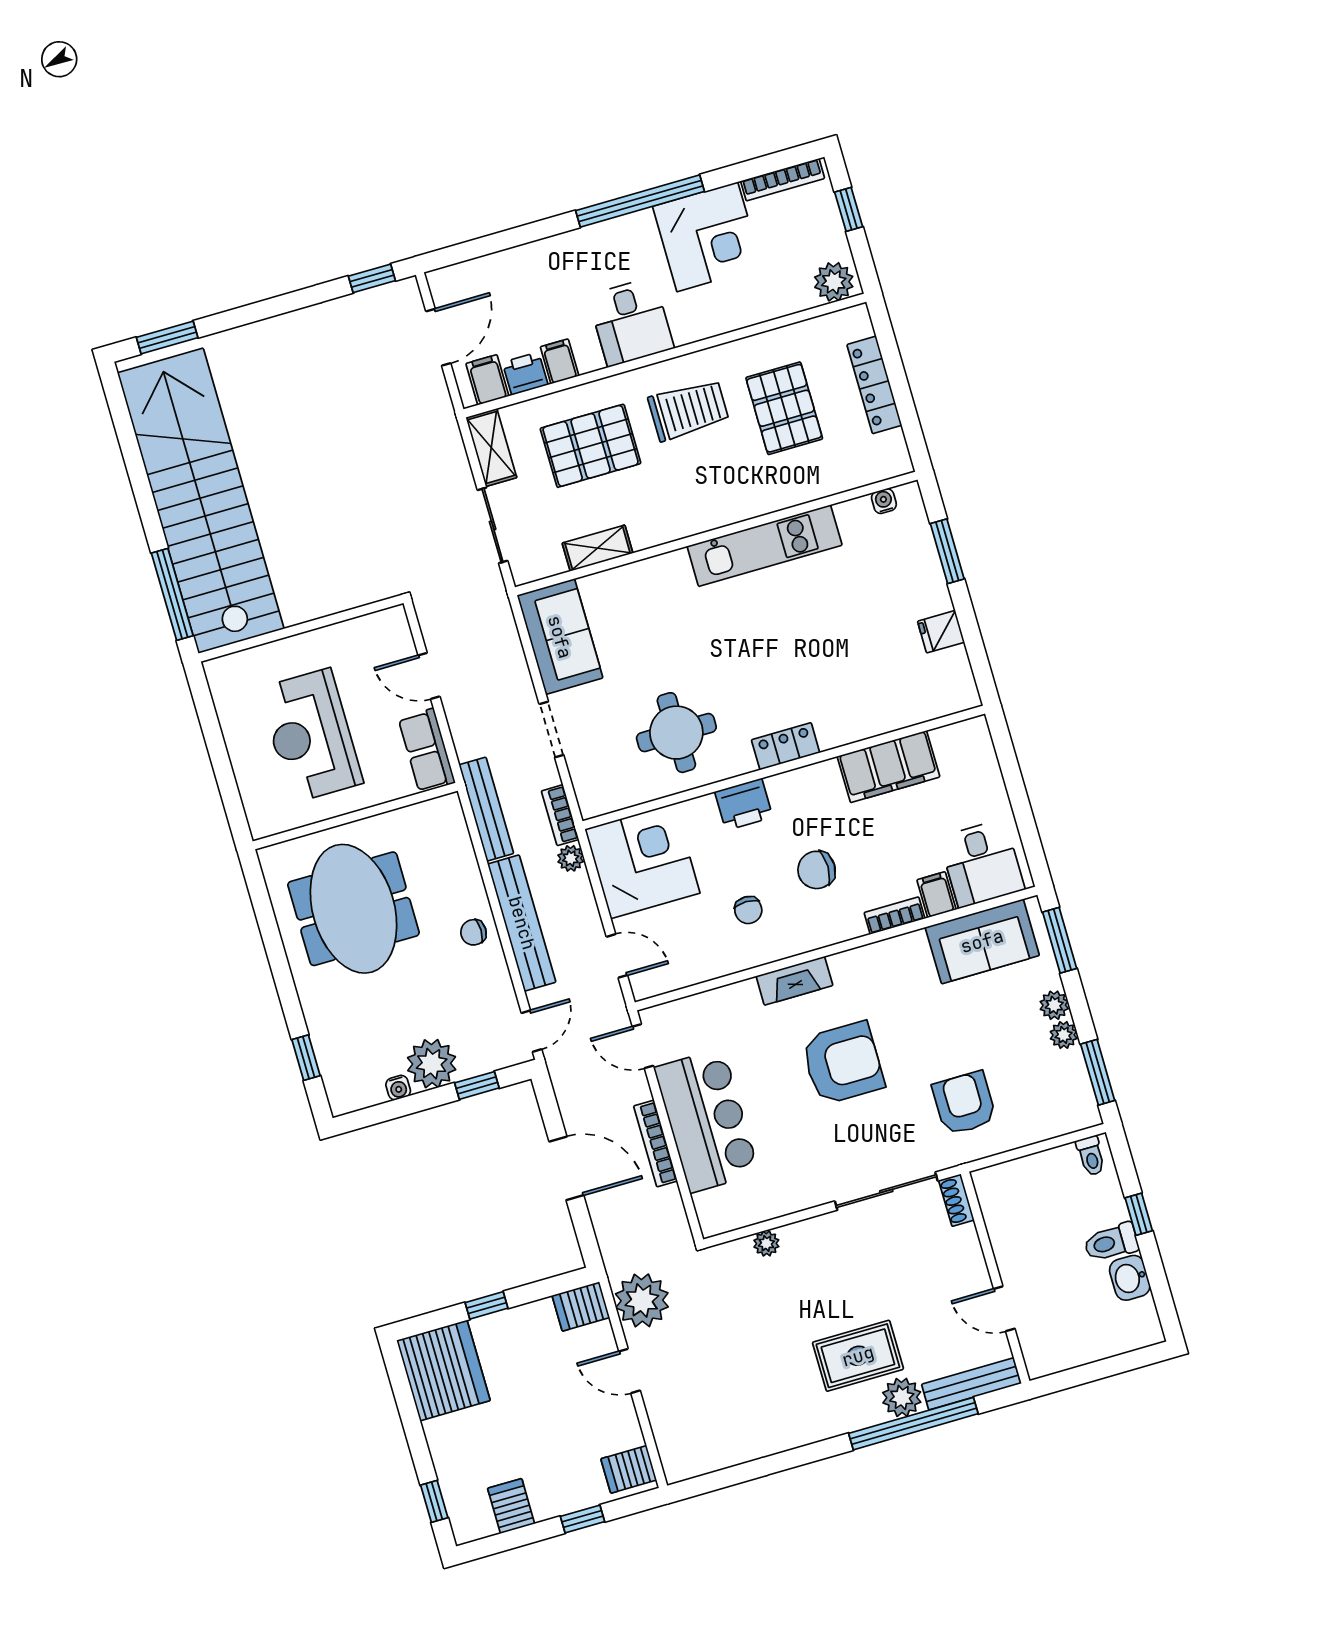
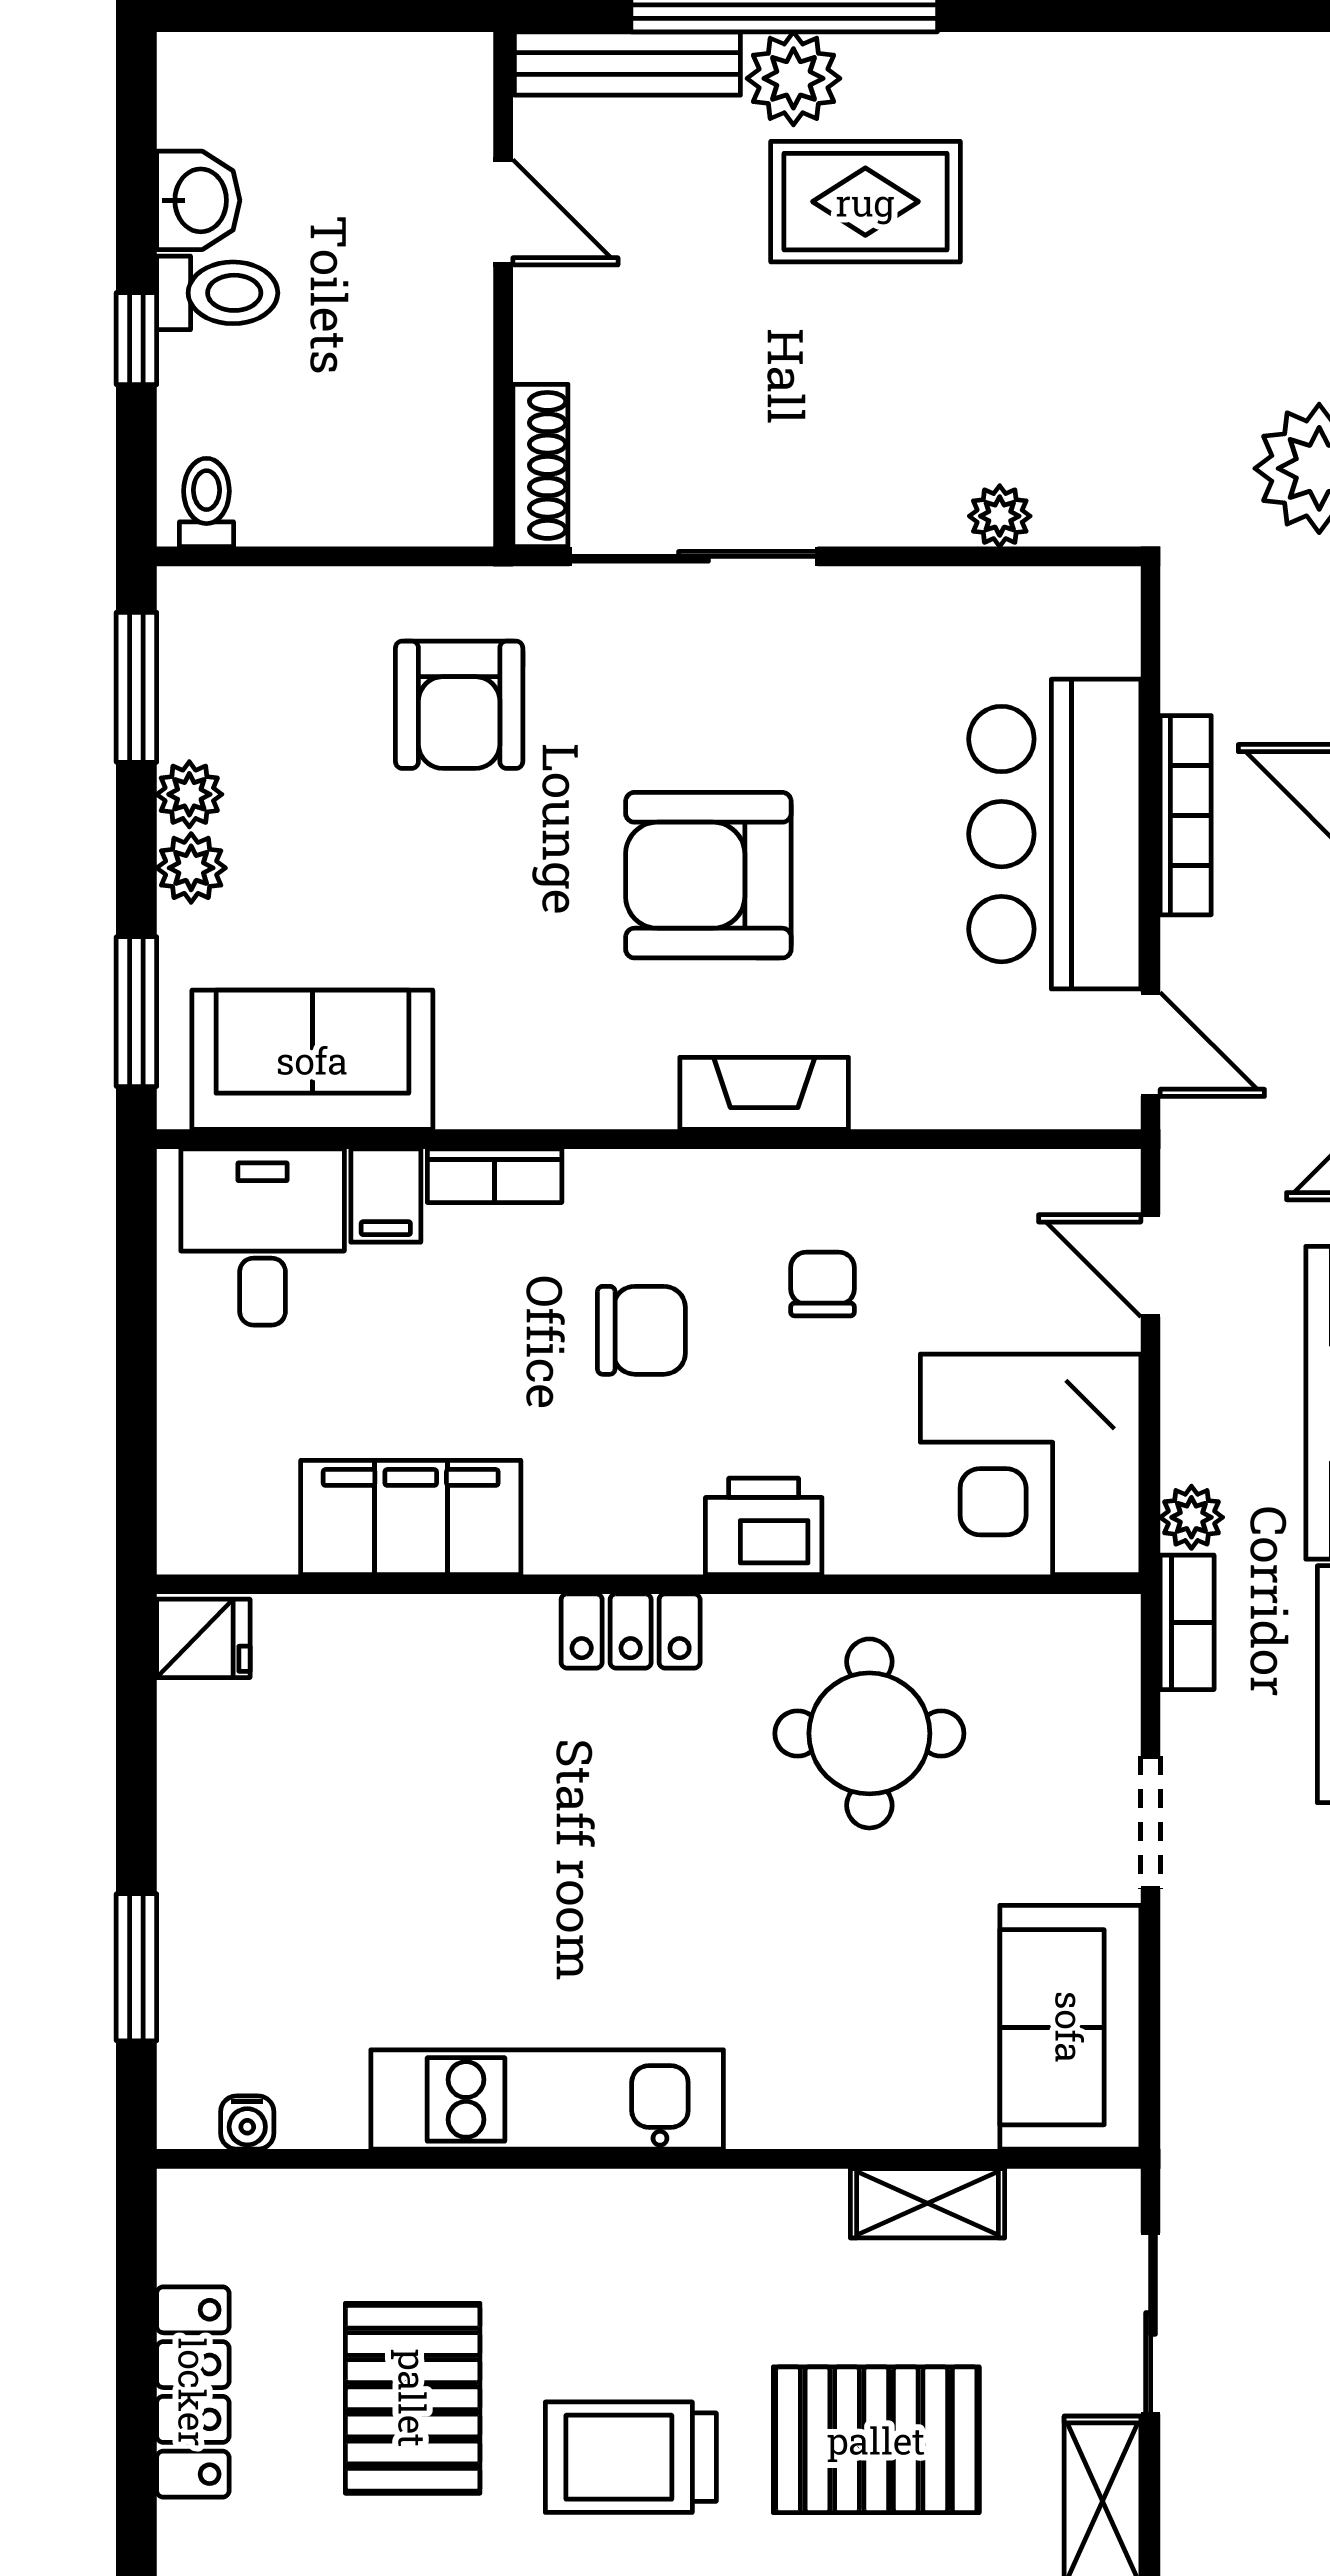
fridge: (941, 632) -> (203, 1638), moved
shoe rack: (956, 1200) -> (540, 465), width x1.43

